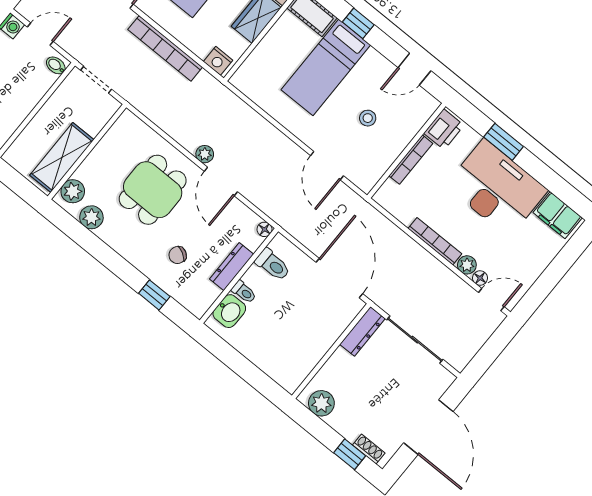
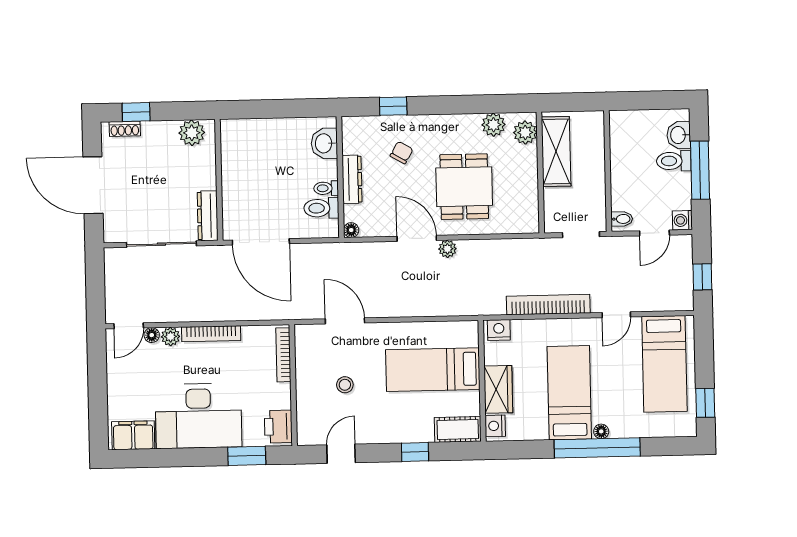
bed: (326, 67) -> (433, 370), moved, turned -90
window: (504, 142) -> (247, 456), moved
bookcase: (411, 160) -> (283, 355), moved
toilet: (244, 292) -> (326, 188), moved

